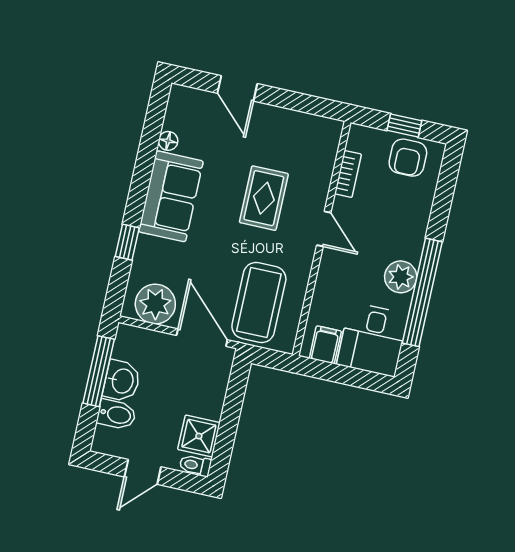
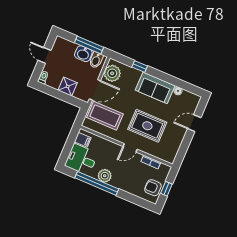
rug: (264, 198) -> (147, 126), width x1.36, depth x1.43
bidet: (116, 415) -> (96, 60), moved
shower: (199, 436) -> (68, 87), moved

